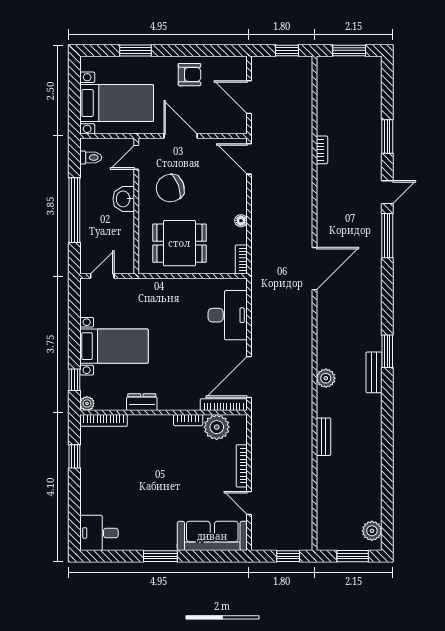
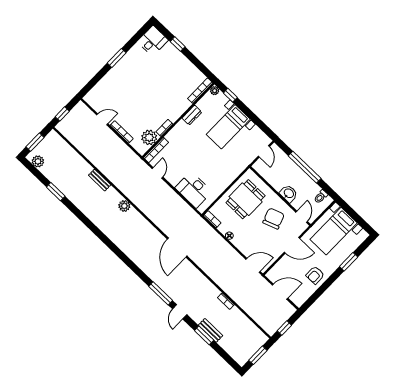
window: (387, 351) -> (56, 192), moved
bench: (374, 372) -> (211, 330), moved
door: (249, 377) -> (157, 173), width x0.53
window: (74, 456) -> (178, 44), moved
sofa: (212, 536) -> (103, 89), removed

